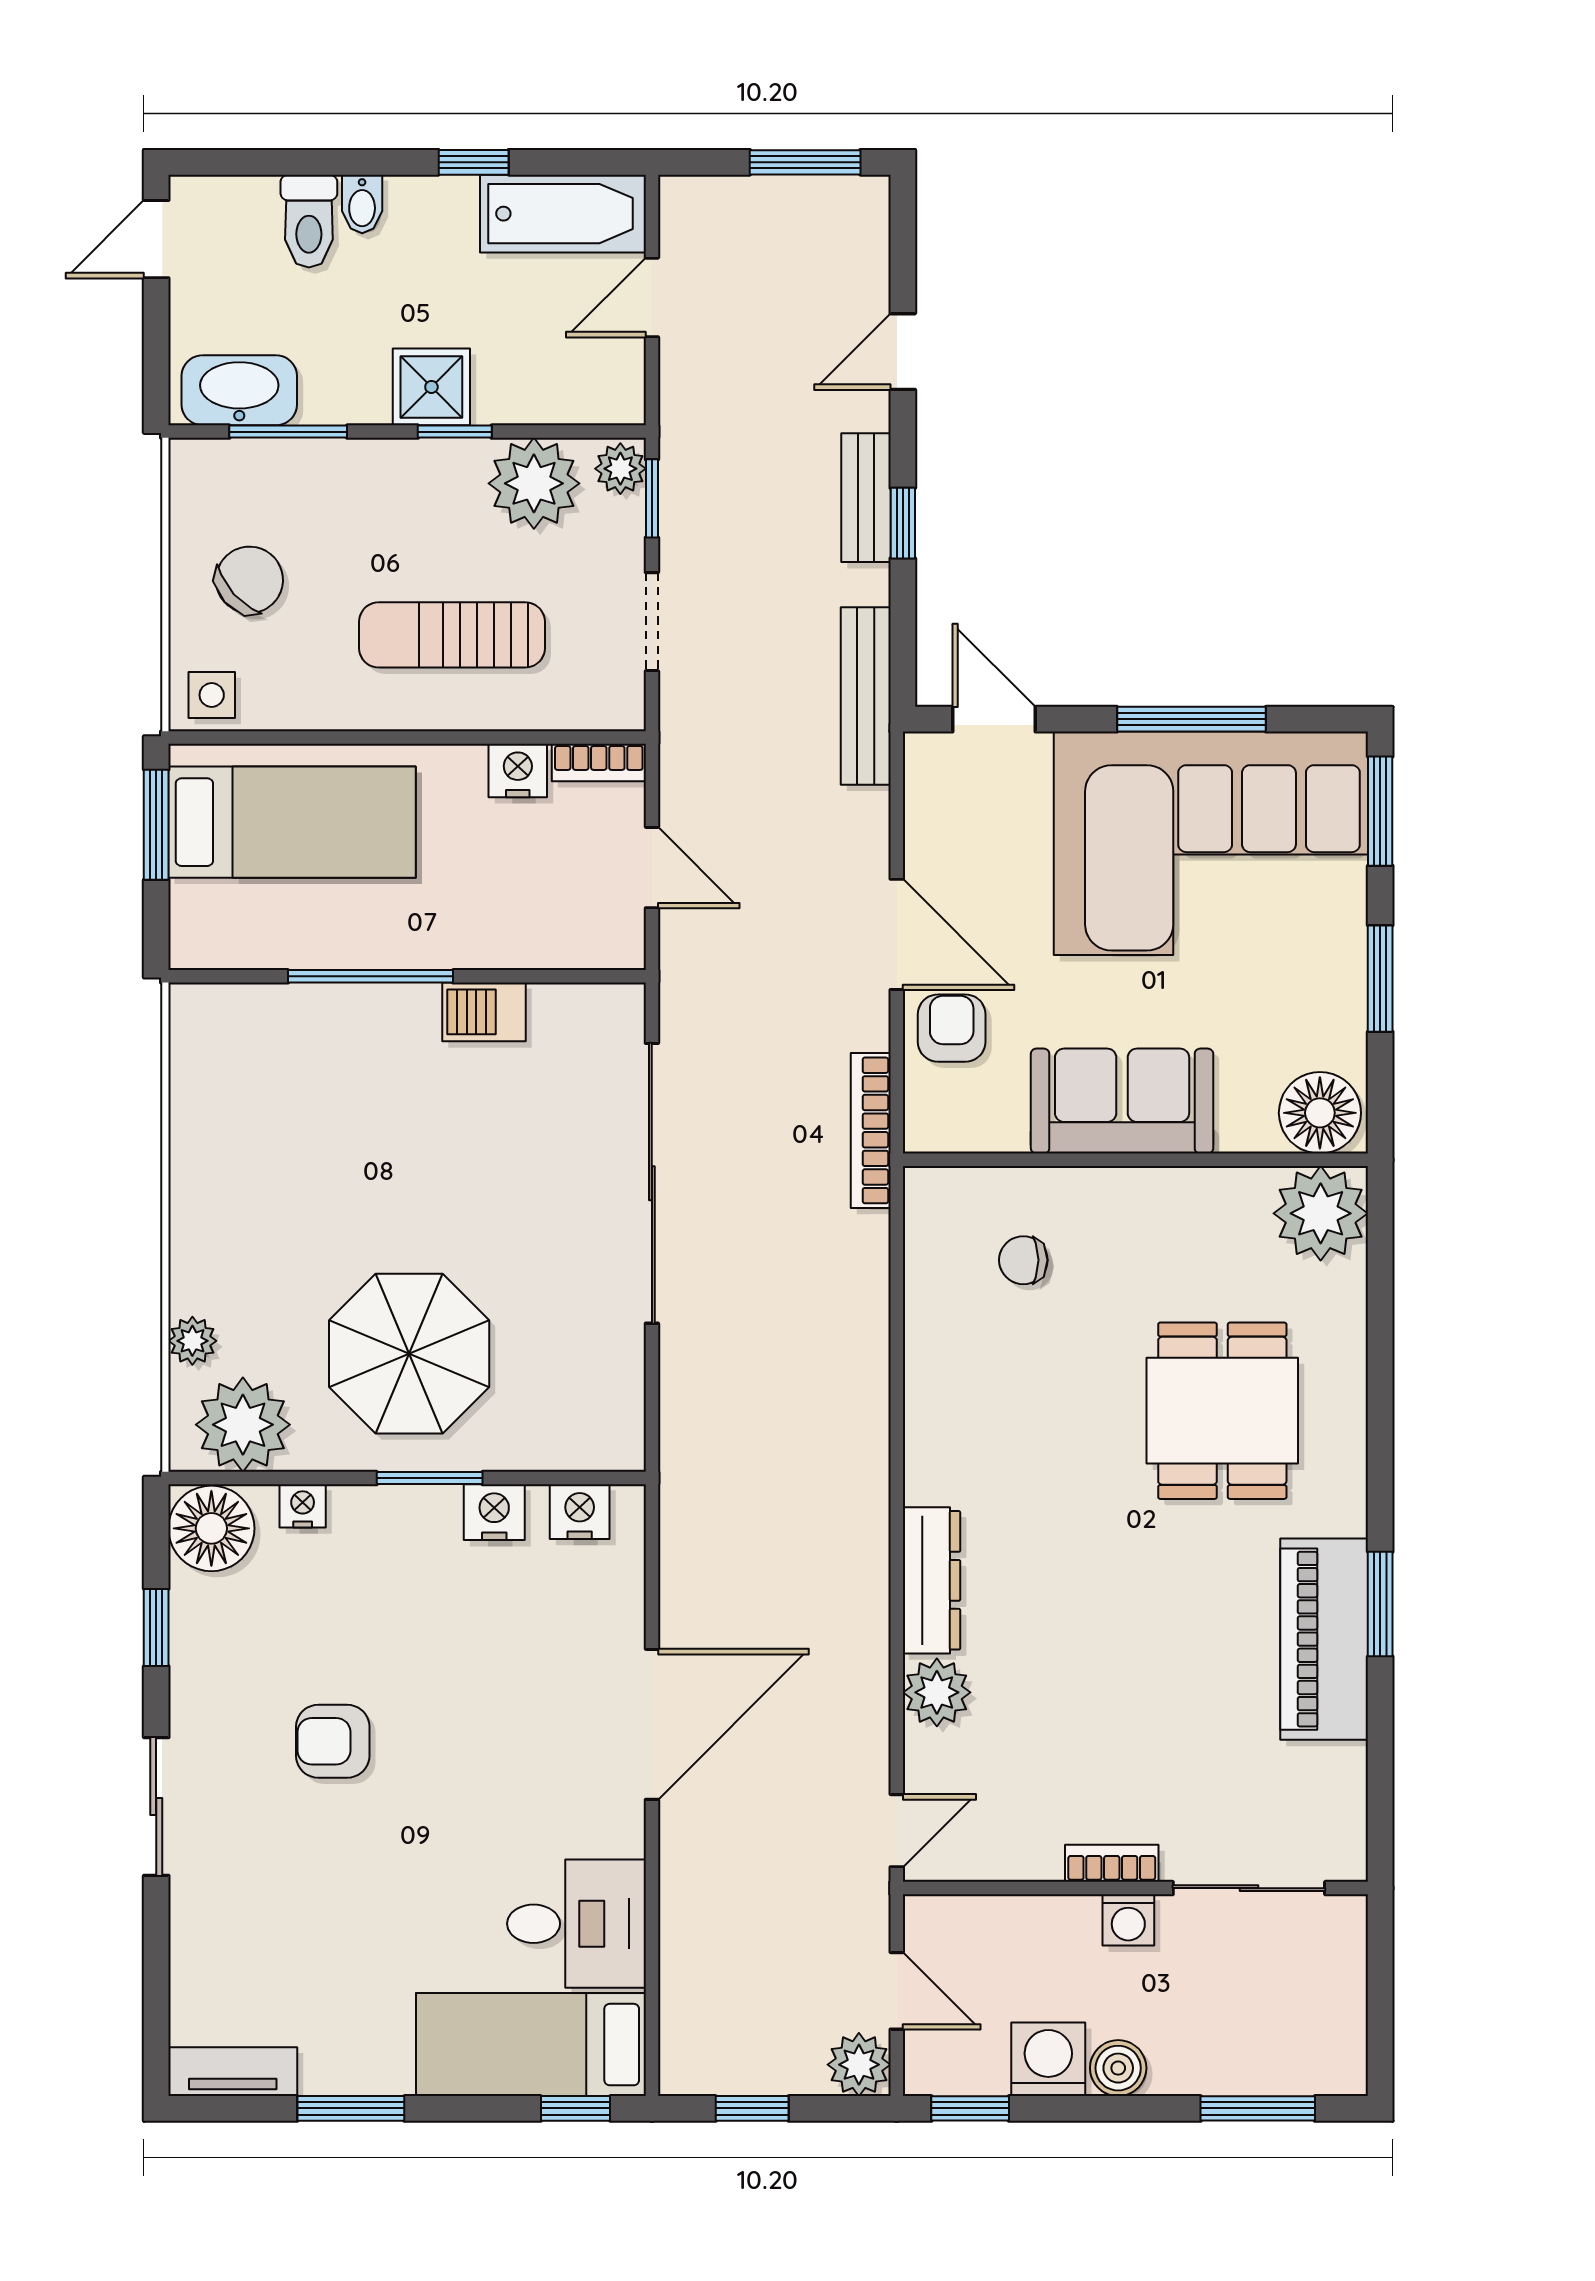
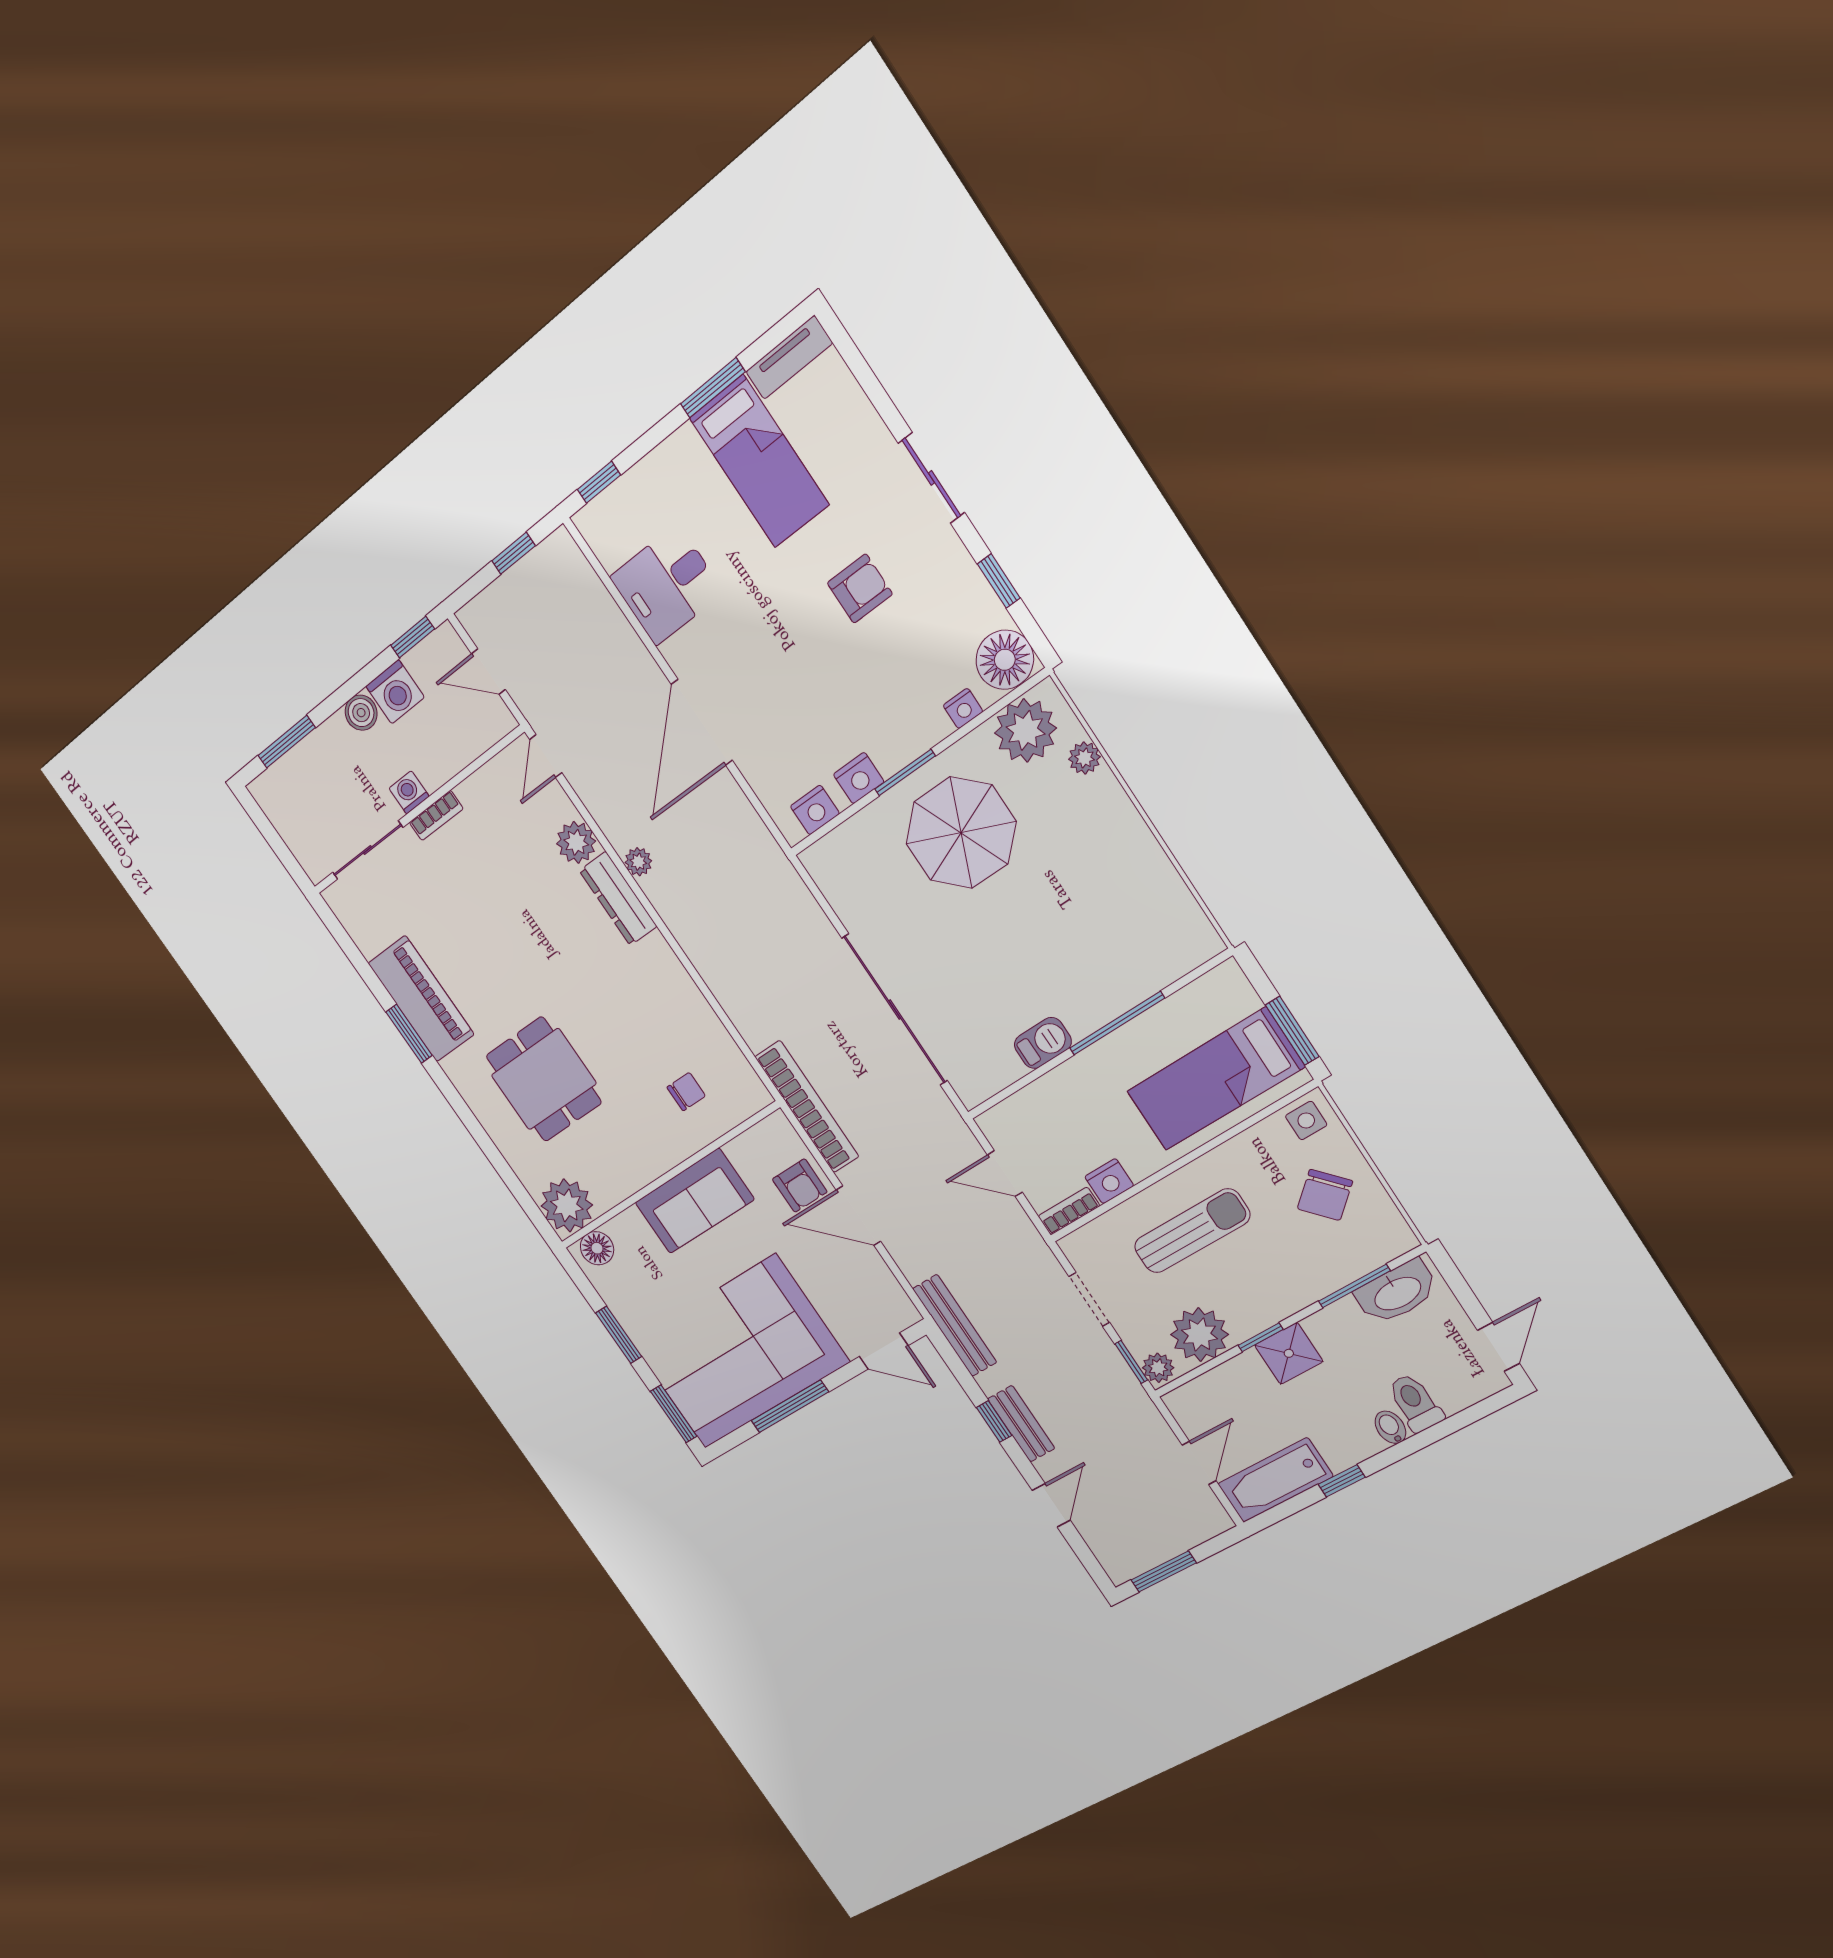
floor lamp: (1320, 1113) -> (597, 1248), width x0.73, depth x0.73
bookcase: (871, 1130) -> (807, 1107), width x1.48, depth x1.31
bed: (531, 2045) -> (759, 461), moved, turned 90
plant: (859, 2065) -> (638, 862), moved, width x0.73, depth x0.73

